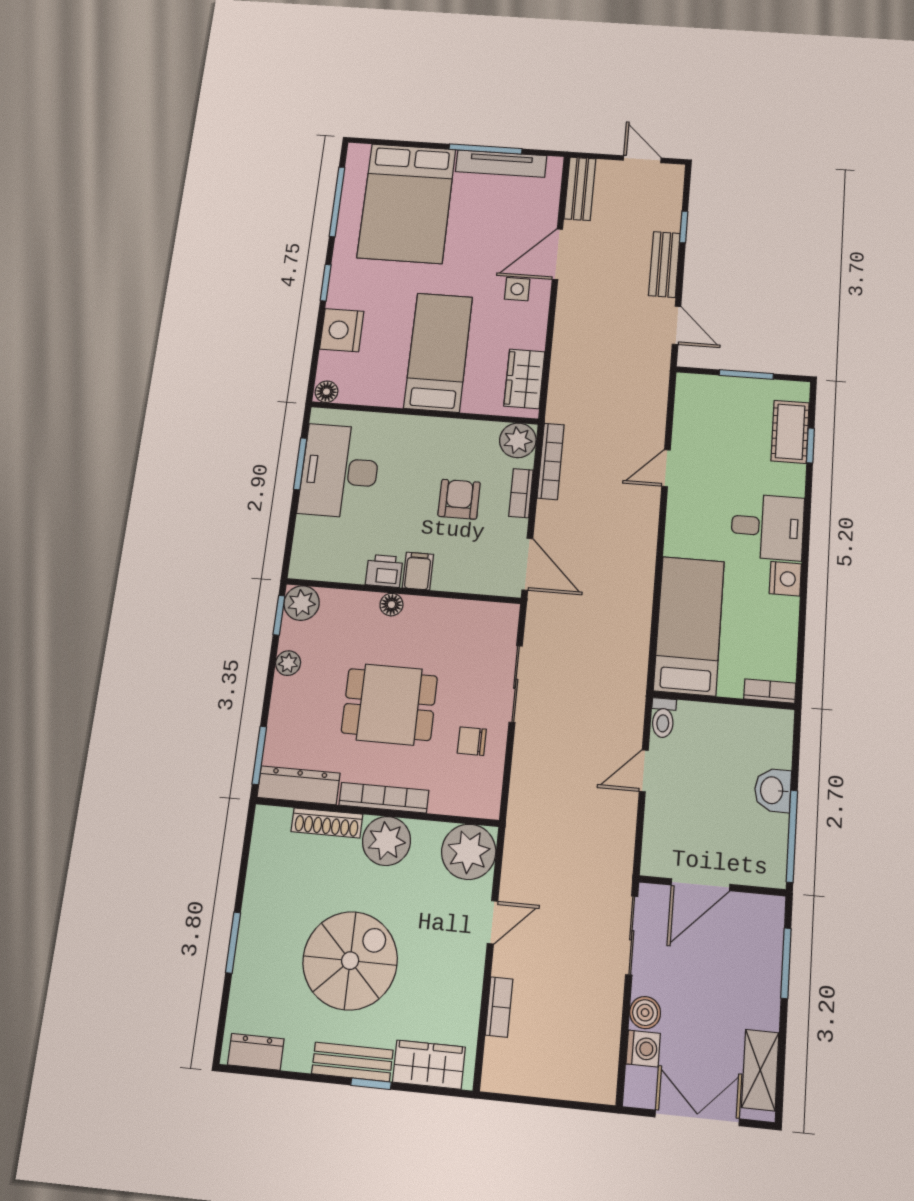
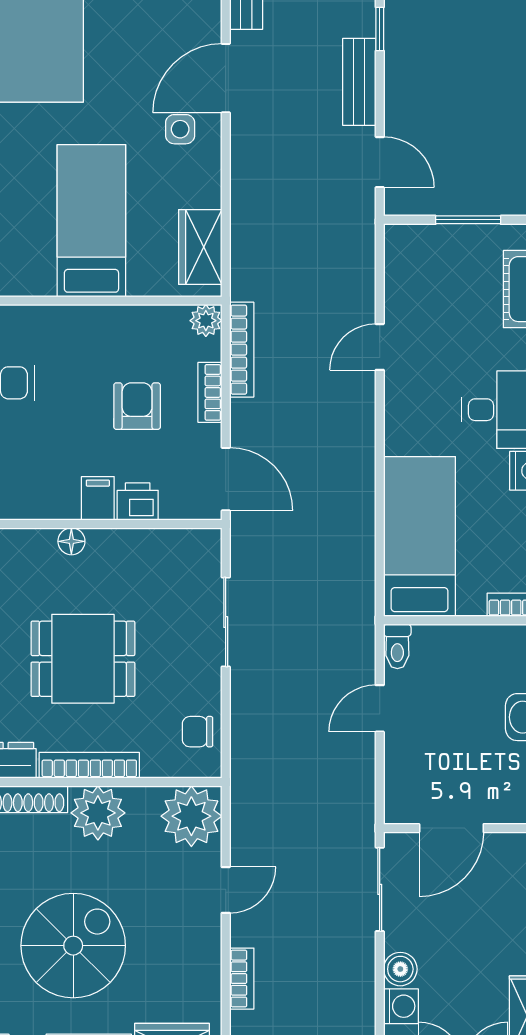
plant: (518, 440) -> (206, 321), width x0.73, depth x0.73
printer: (384, 571) -> (138, 502), moved
chair: (472, 741) -> (198, 732), moved

